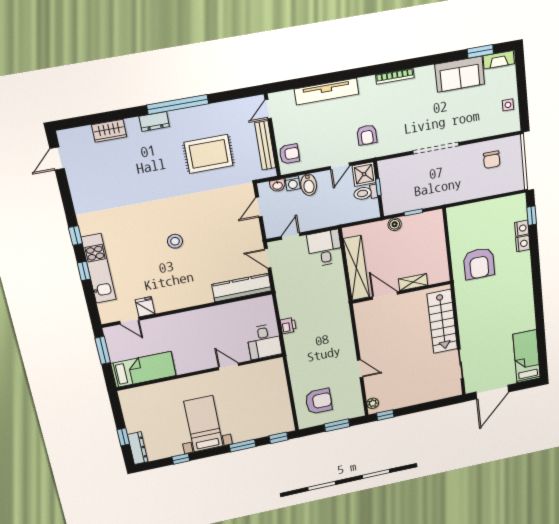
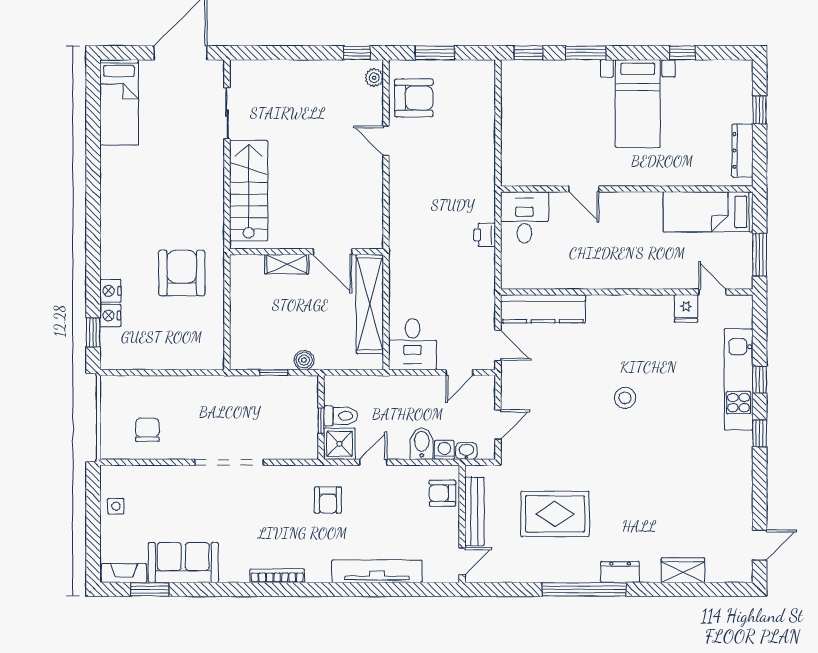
armchair: (367, 135) -> (328, 500), turned 180
armchair: (319, 401) -> (414, 98), moved, turned 180
dresser: (138, 448) -> (742, 150), moved

